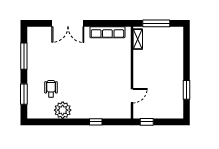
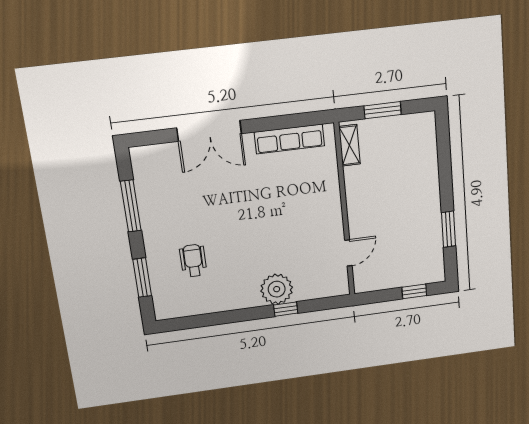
window: (156, 23) -> (383, 110), width x0.69
plant: (63, 110) -> (277, 289), moved
window: (147, 122) -> (414, 291), moved

